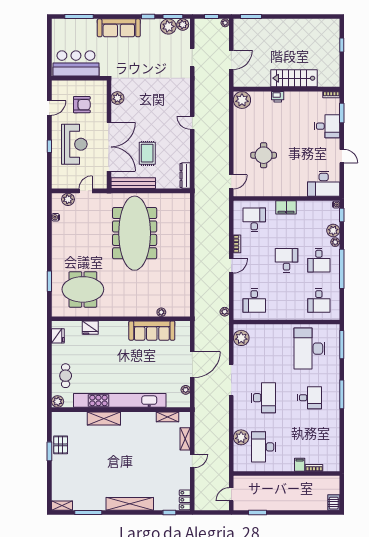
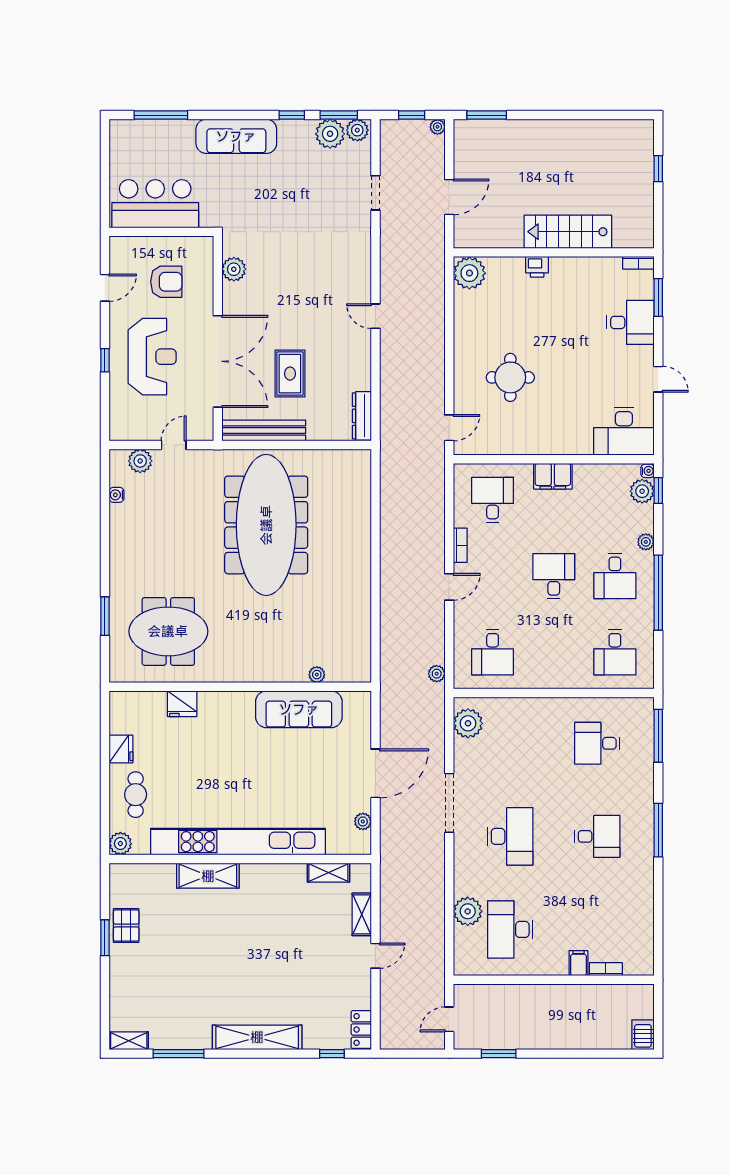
plant: (333, 230) -> (642, 491), moved
fridge: (58, 336) -> (121, 749), moved
desk: (310, 349) -> (597, 743), width x0.53, depth x0.77

